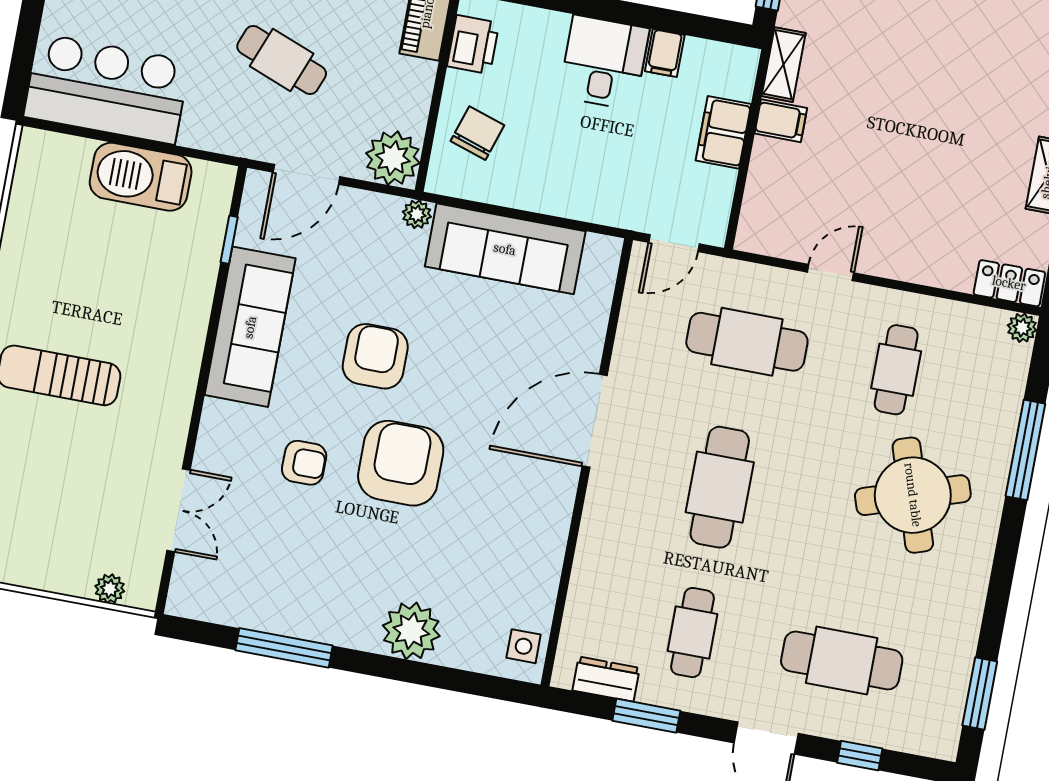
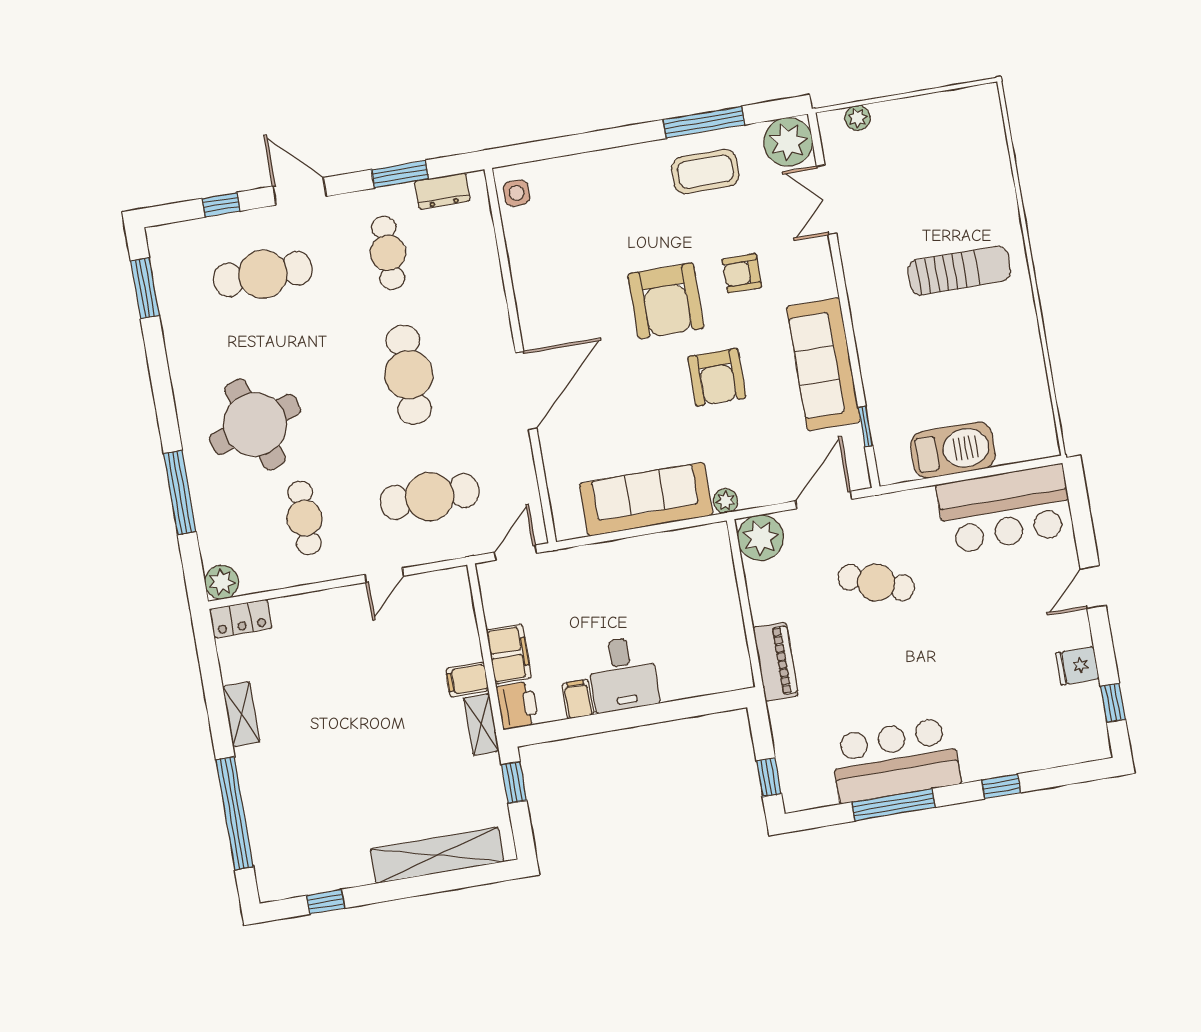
printer: (473, 45) -> (517, 705), moved, turned 180
chair: (477, 133) -> (702, 582), removed
plant: (1022, 328) -> (222, 582), width x1.38, depth x1.38
coffee table: (303, 592) -> (705, 172), added
plant: (411, 631) -> (788, 142), moved

